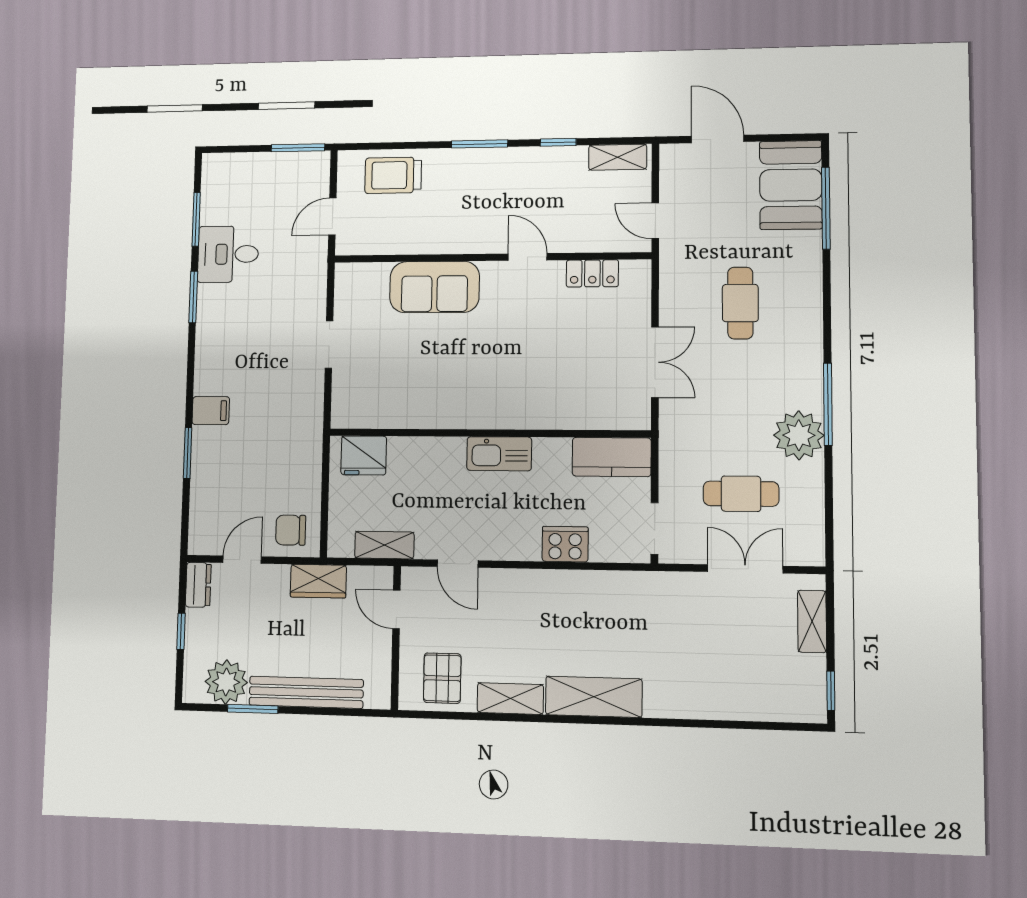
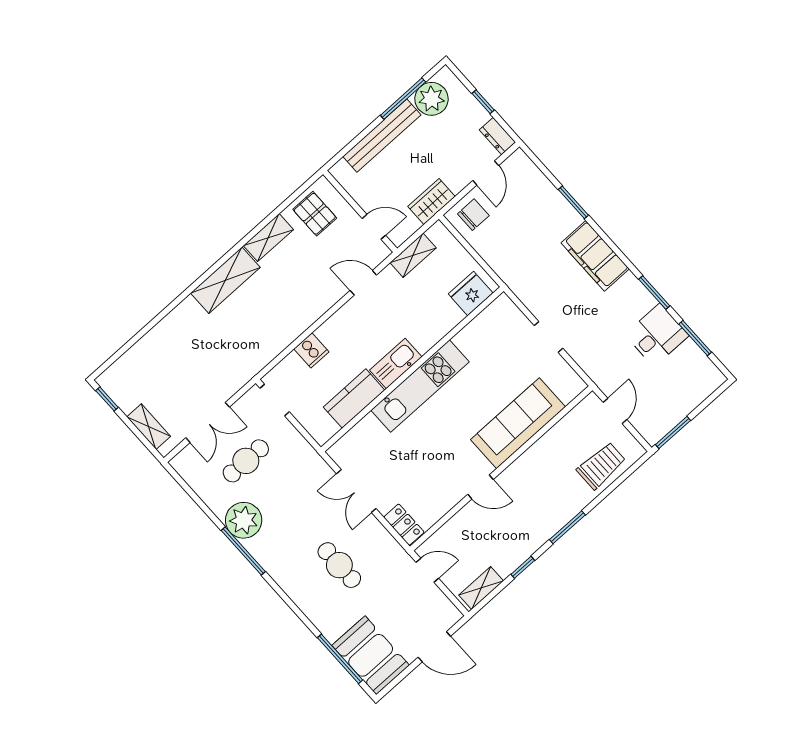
locker: (592, 273) -> (404, 525), moved, turned 90
sofa: (434, 287) -> (518, 423), width x1.36
kitchen unit: (496, 410) -> (420, 386), added
filing cabinet: (211, 411) -> (595, 256), width x3.00, depth x1.17
kitchen counter: (612, 457) -> (354, 399), moved
cooker: (565, 544) -> (311, 350), width x0.73
window: (253, 709) -> (403, 99), width x1.44

